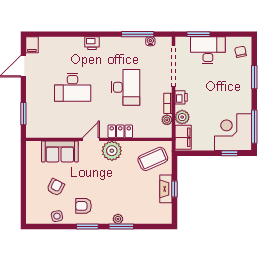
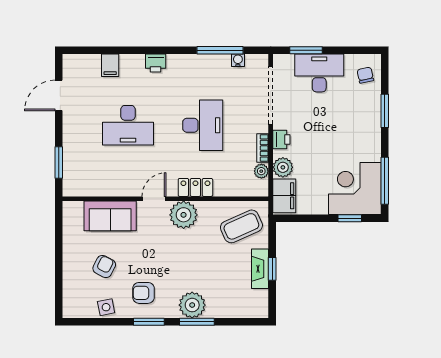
filing cabinet: (32, 45) -> (110, 65), moved
plant: (118, 219) -> (192, 305), width x1.88, depth x1.88

